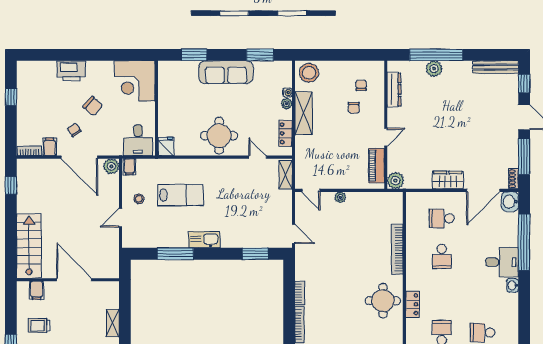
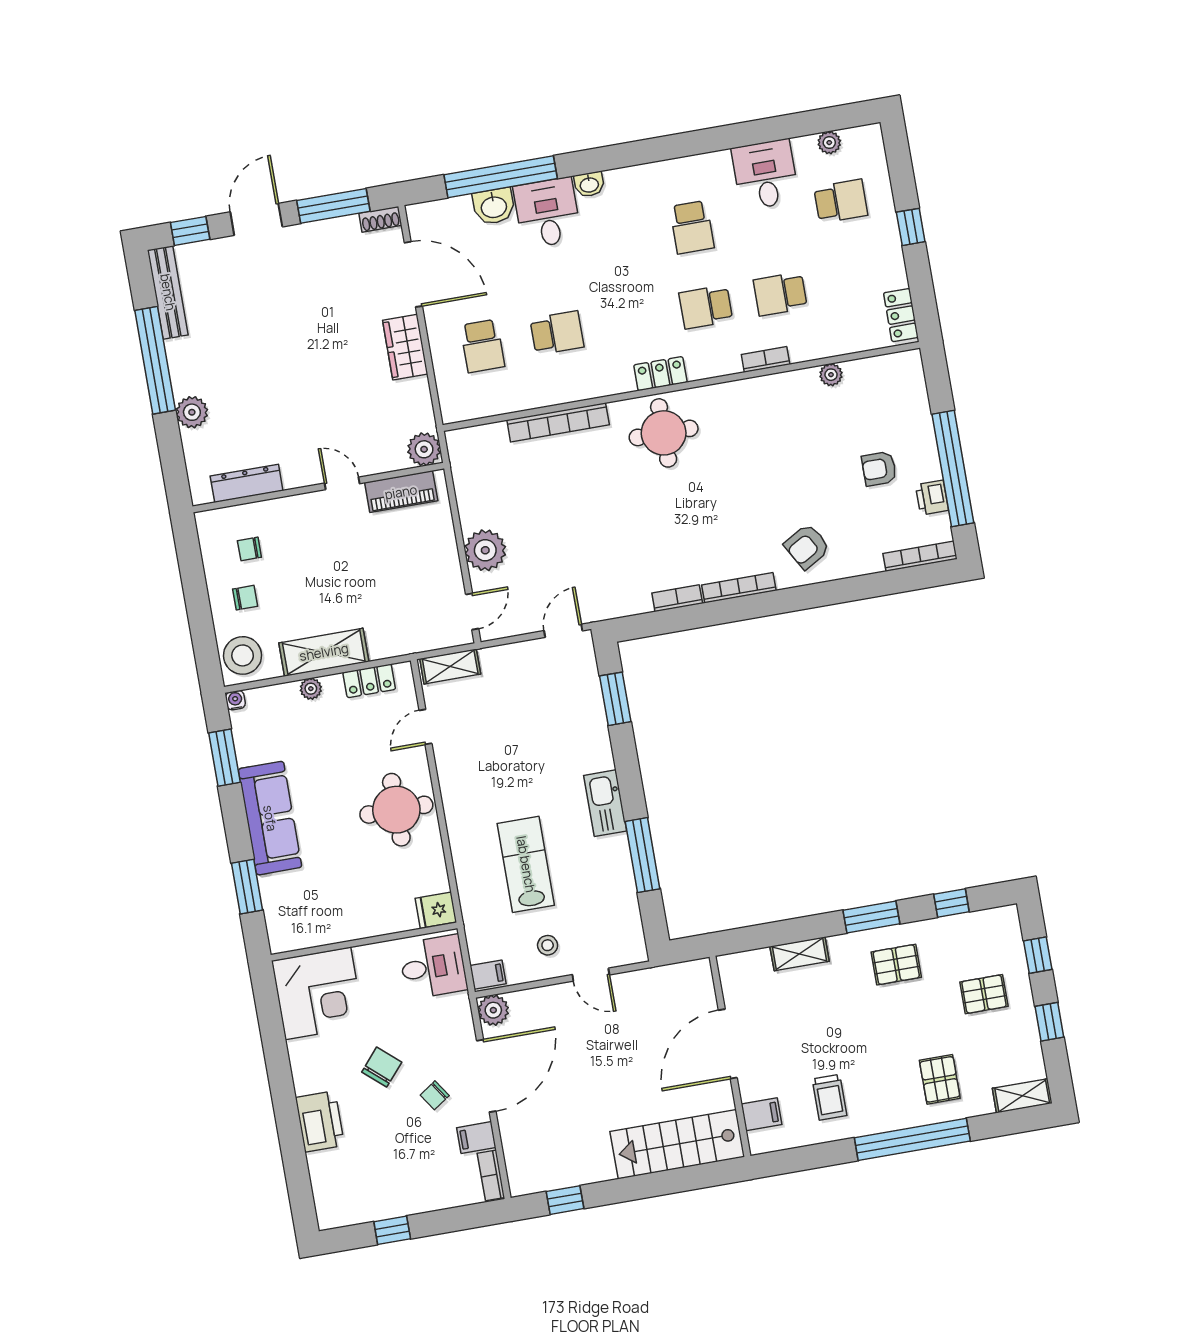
window: (436, 55) -> (155, 360), moved
water cooler: (287, 92) -> (235, 700), moved
chair: (354, 108) -> (245, 598), moved
plant: (340, 197) -> (485, 550), width x1.87, depth x1.87
washbasin: (510, 202) -> (494, 206), moved

